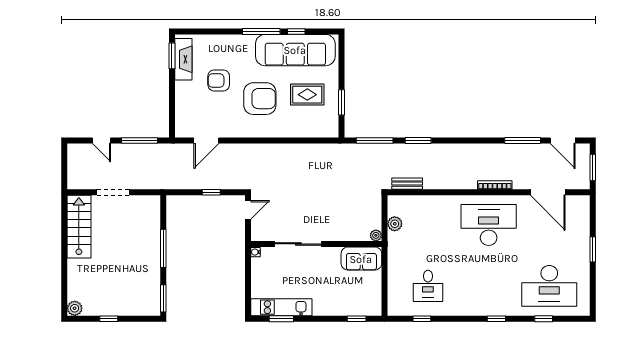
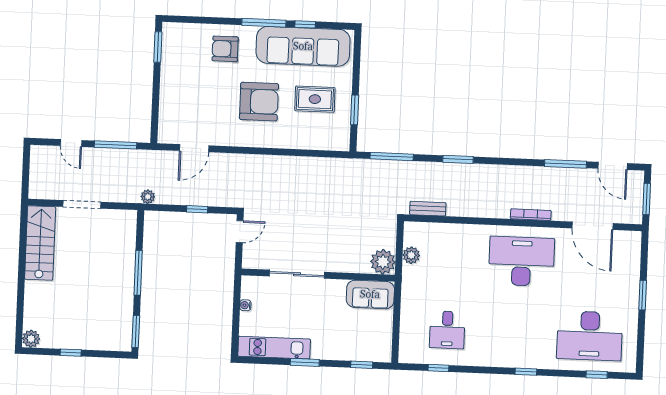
fireplace: (183, 59) -> (171, 52), removed
armchair: (219, 80) -> (225, 49), moved
window: (418, 141) -> (458, 159), moved
plant: (169, 183) -> (148, 197), added
plant: (376, 235) -> (383, 262), width x1.87, depth x1.87
water cooler: (256, 252) -> (245, 305), moved
window: (281, 319) -> (305, 362), moved
window: (544, 319) -> (597, 375), moved

